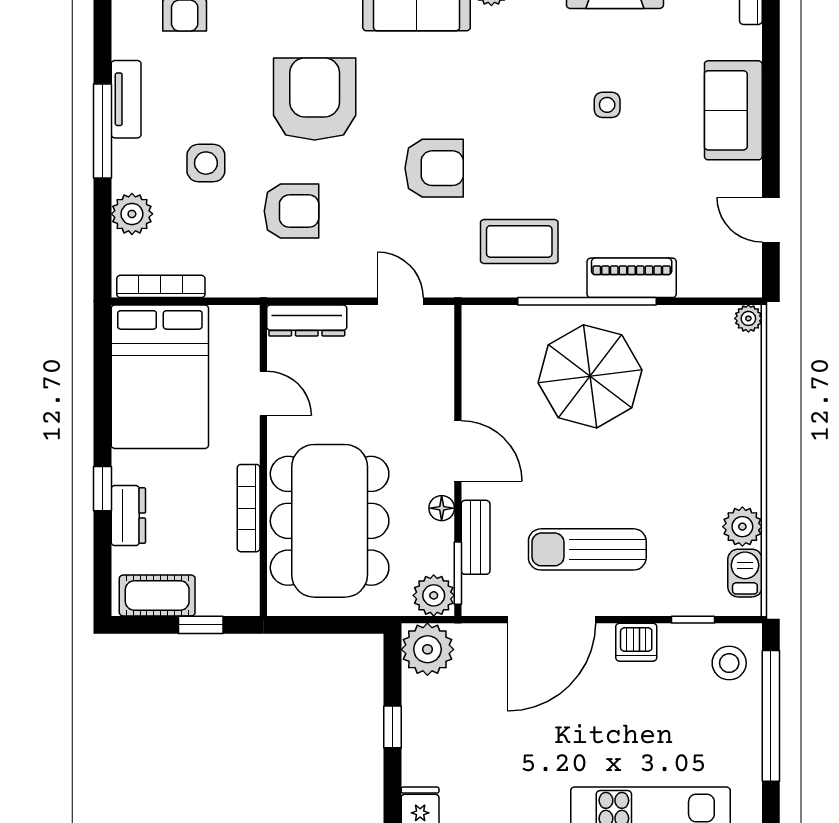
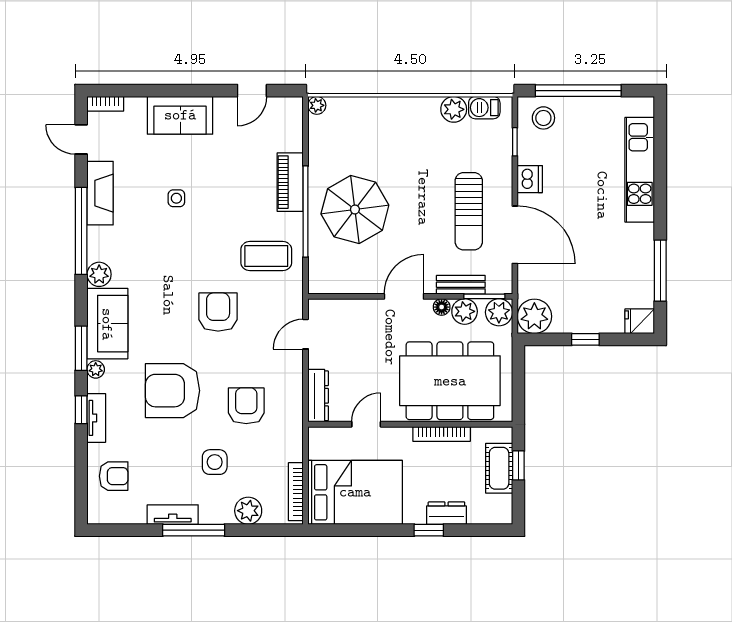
coffee table: (519, 241) -> (266, 256), turned 90
plant: (435, 543) -> (465, 311), added
cot: (157, 595) -> (499, 468), moved

